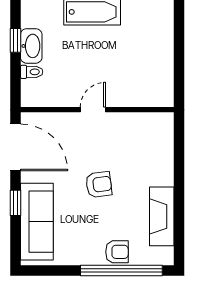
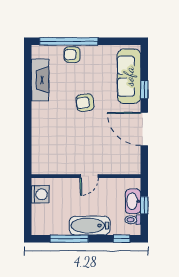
washing machine: (162, 56) -> (40, 194), added
toilet: (32, 72) -> (133, 220), moved
door: (93, 110) -> (89, 176), moved
wall: (97, 110) -> (86, 176), moved

